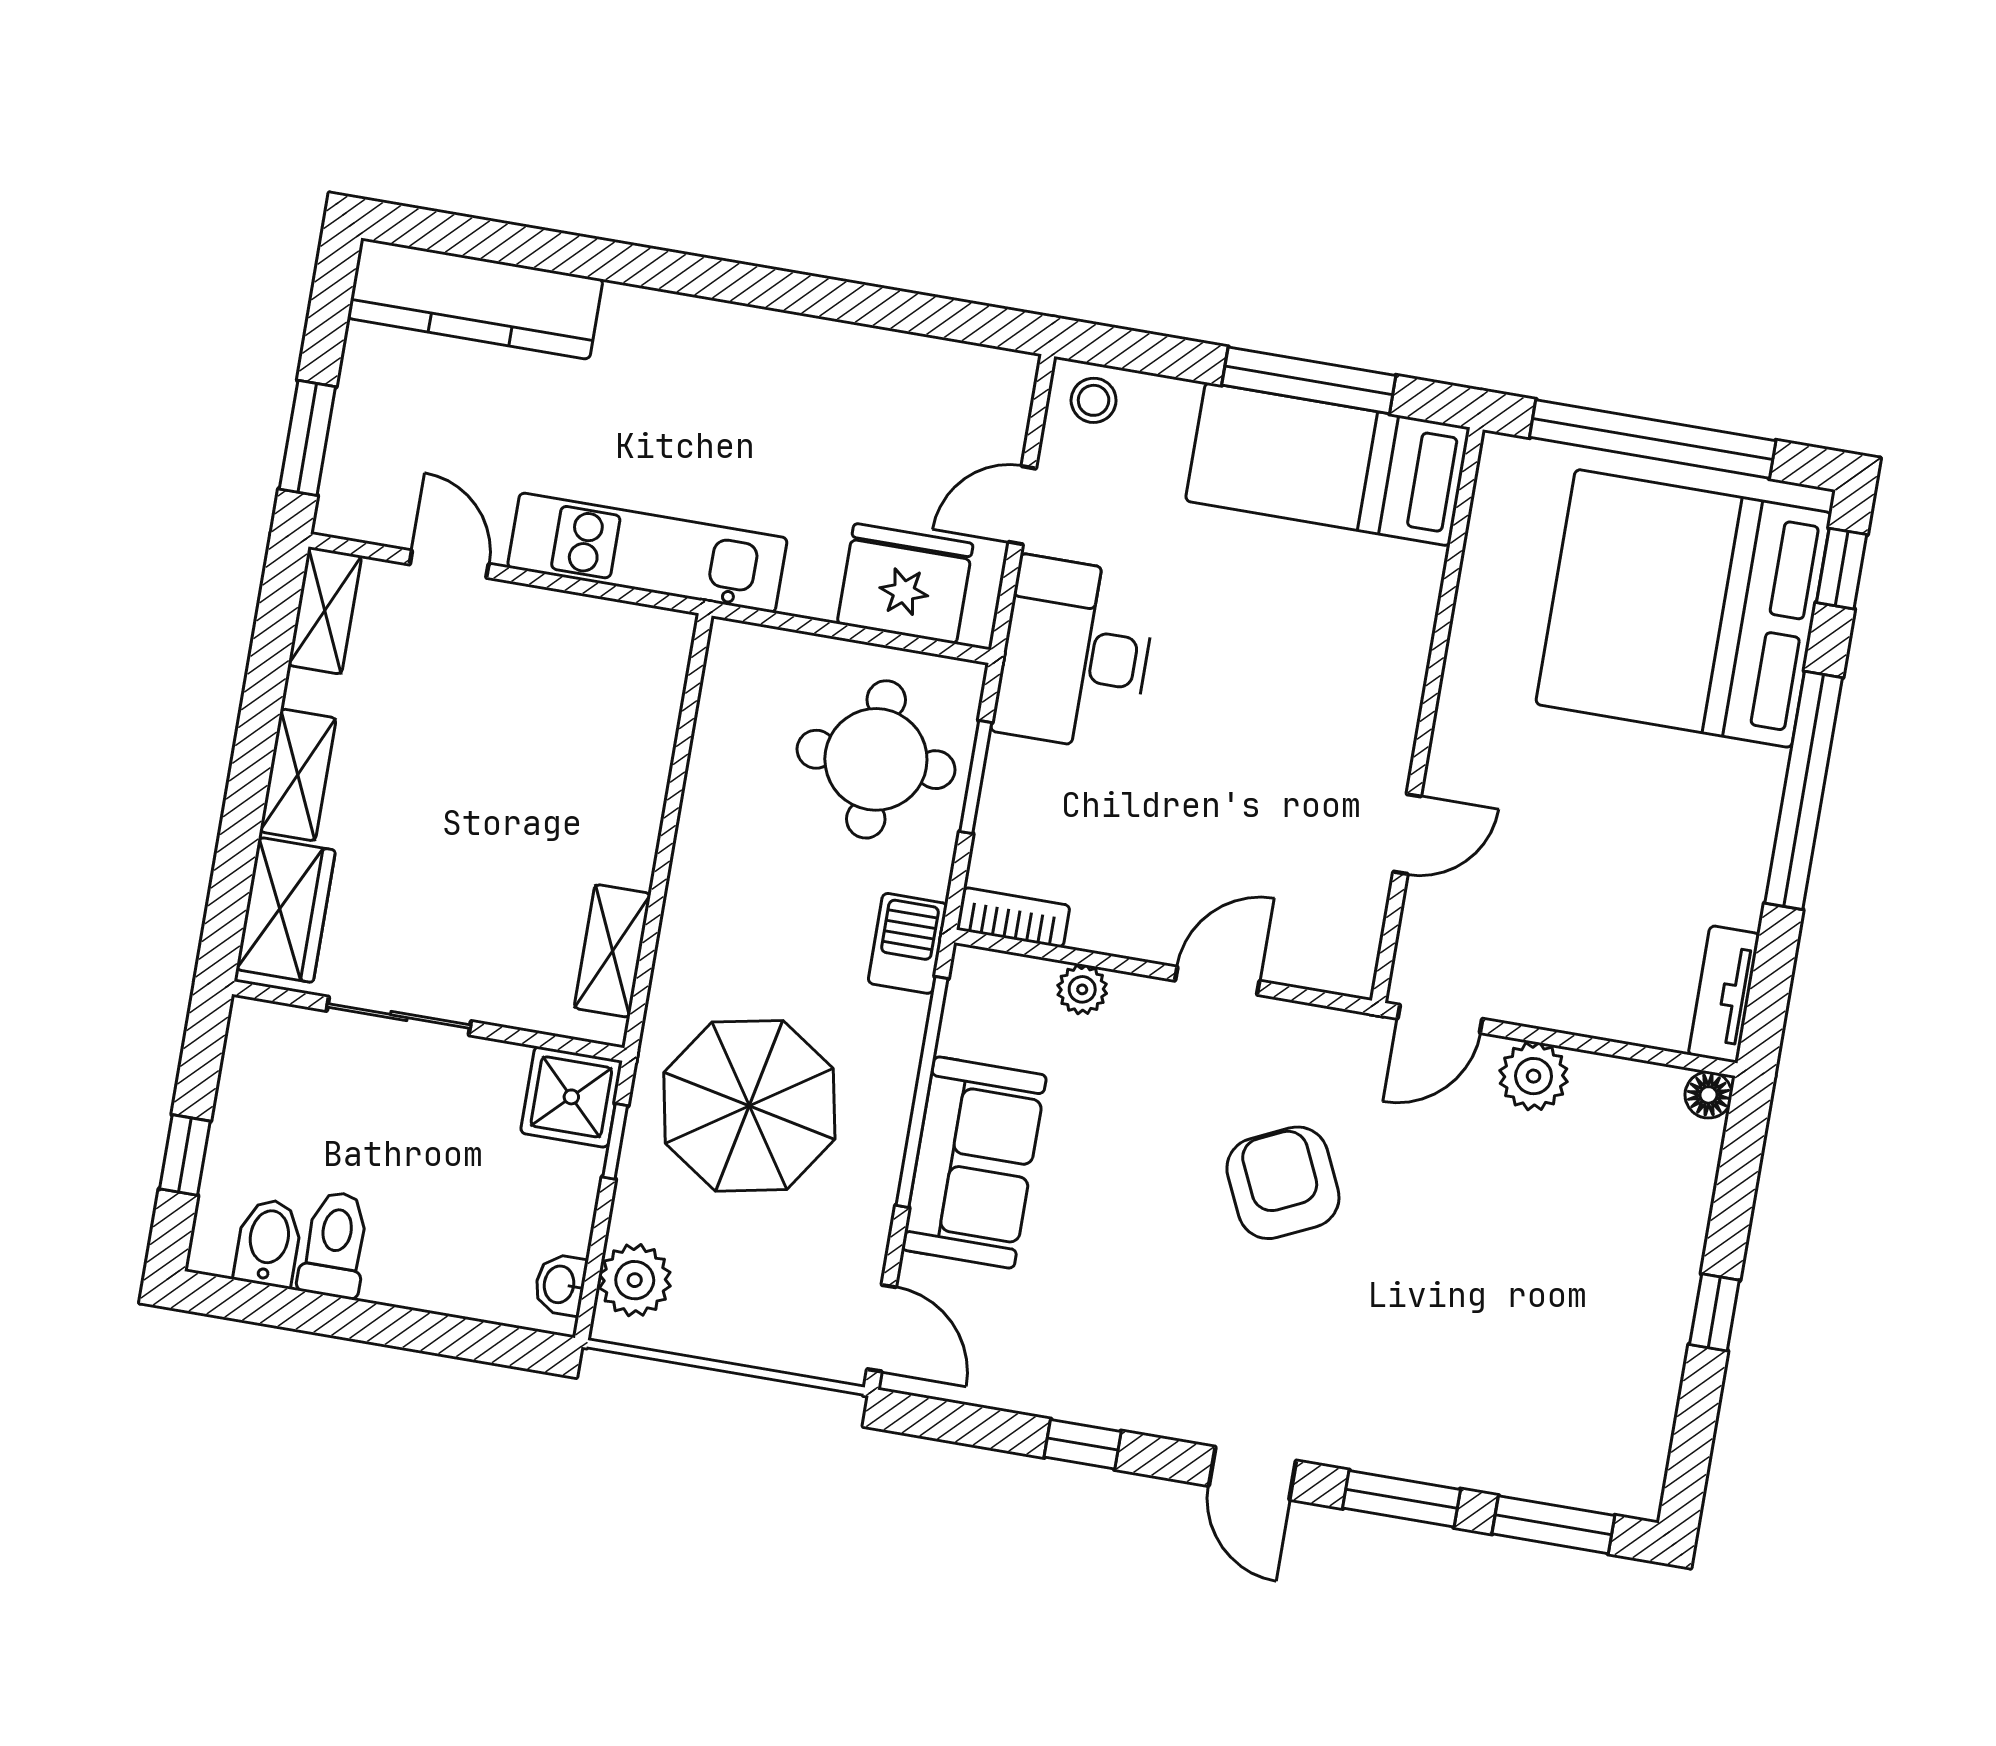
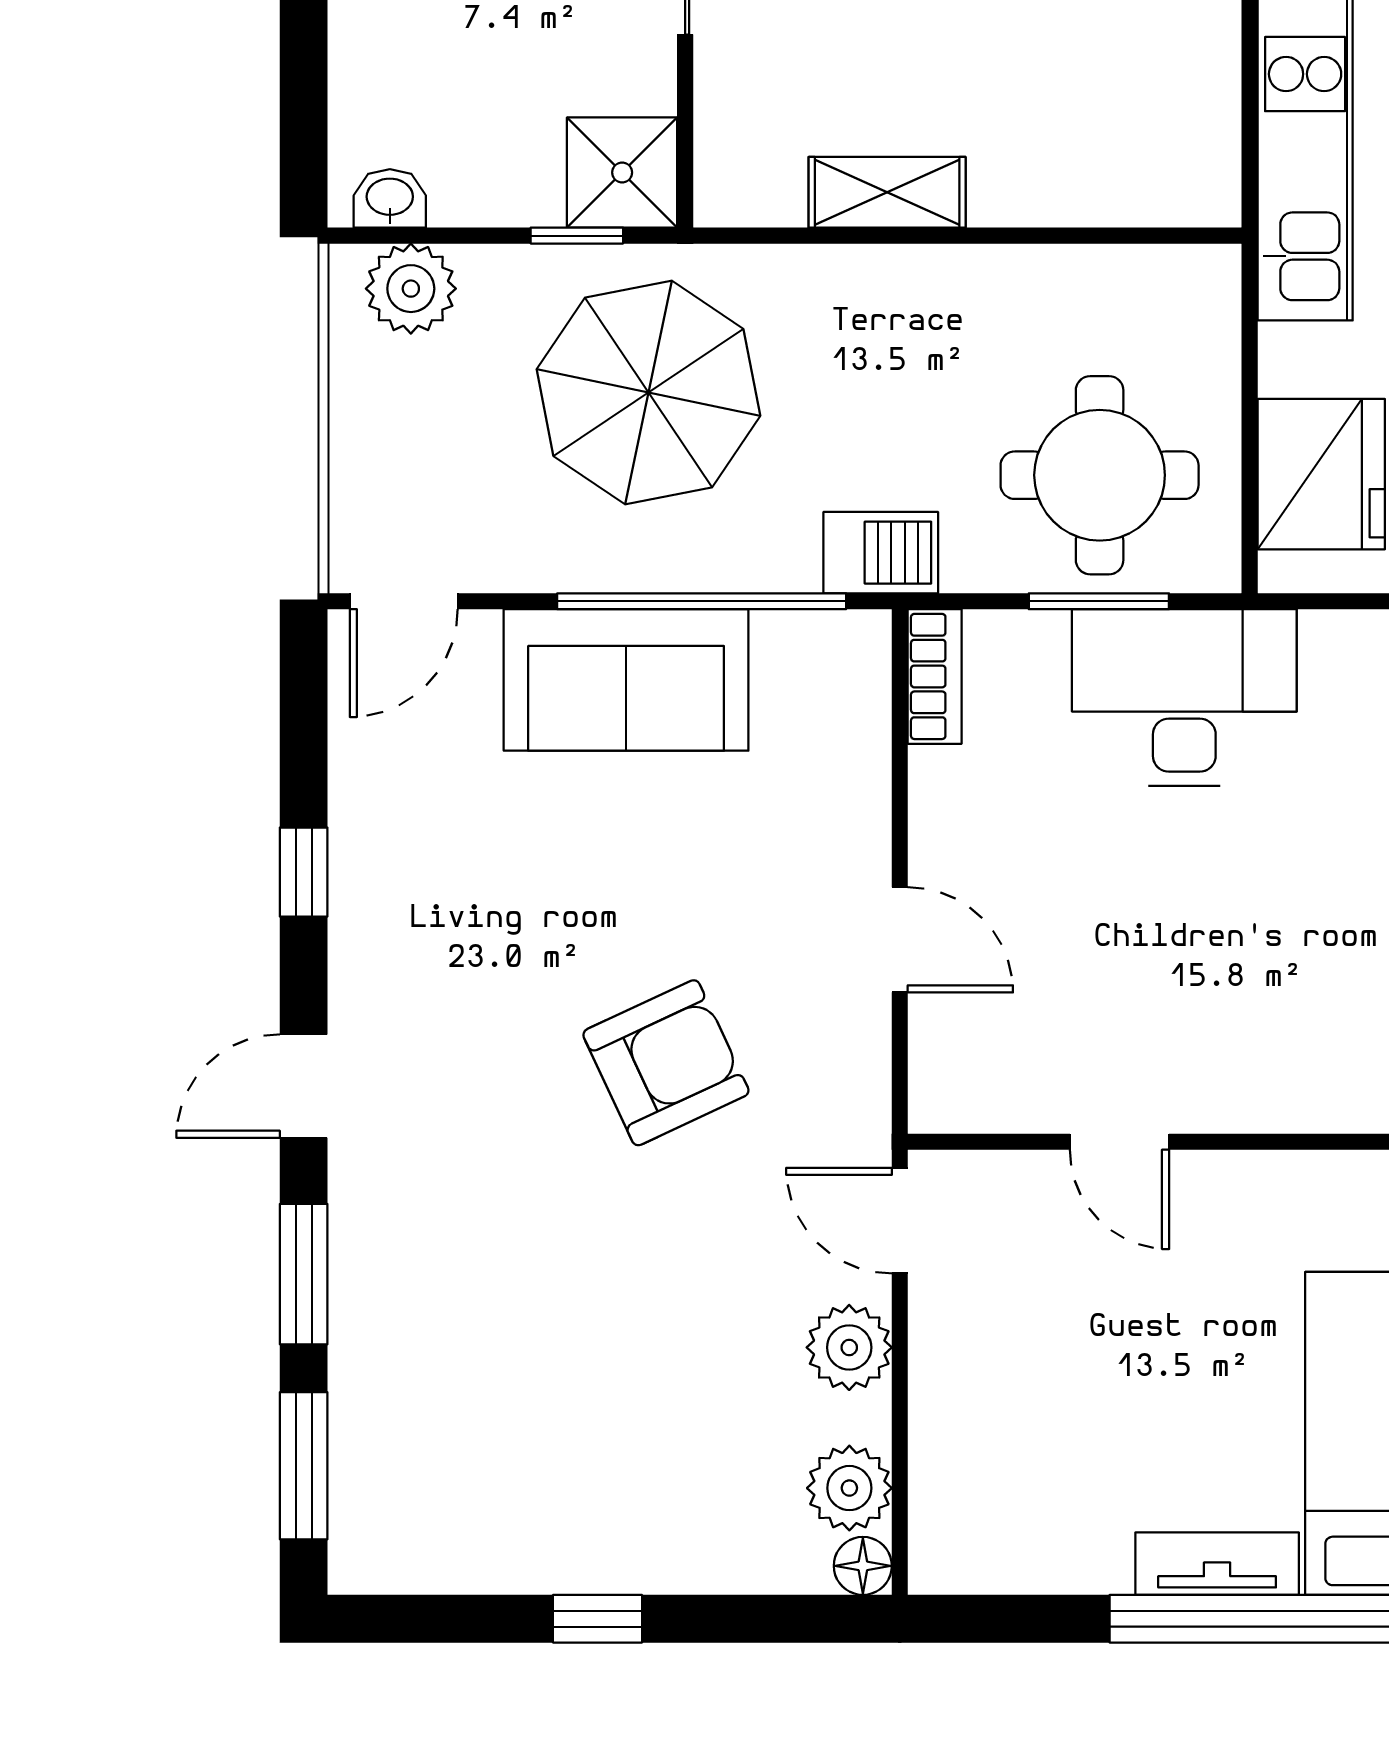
desk: (1075, 654) -> (1184, 697), moved
shelving: (612, 951) -> (887, 192), moved
plant: (1082, 989) -> (849, 1488), moved, width x1.38, depth x1.38
tv unit: (1724, 994) -> (1217, 1564), moved

